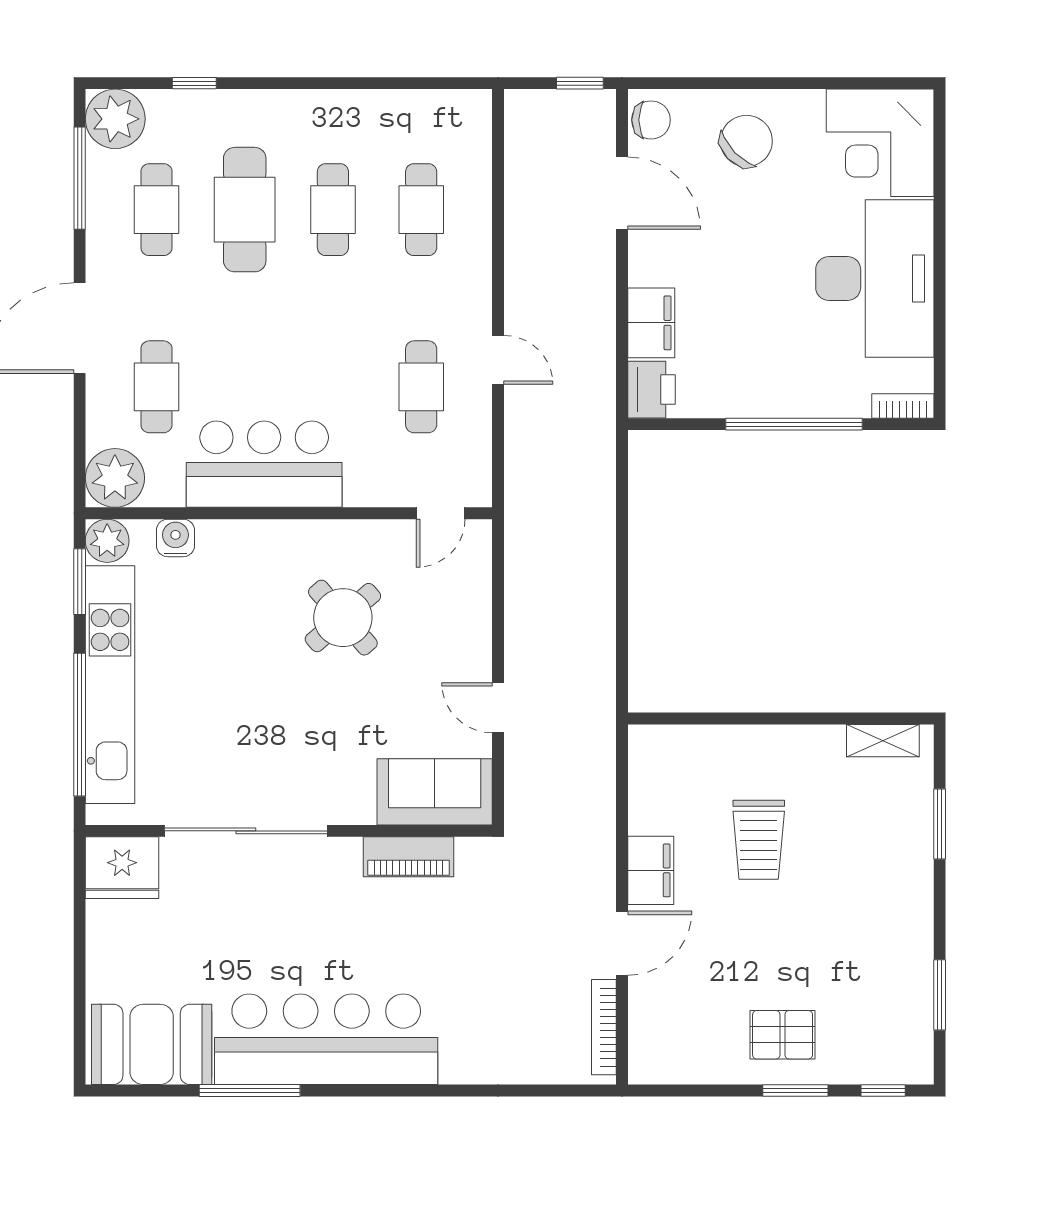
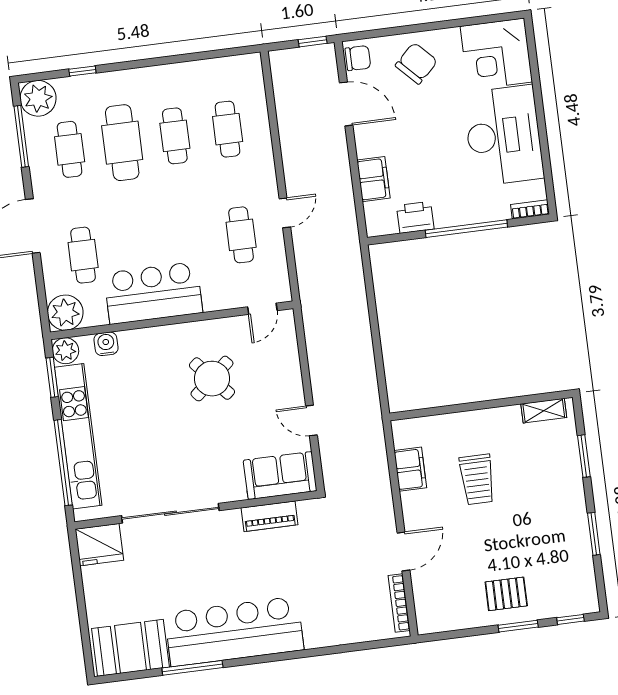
door: (498, 360) -> (285, 213), hinge flipped
printer: (651, 390) -> (415, 217), moved, turned -90
filing cabinet: (651, 870) -> (410, 469), moved
window: (940, 995) -> (594, 534), moved

